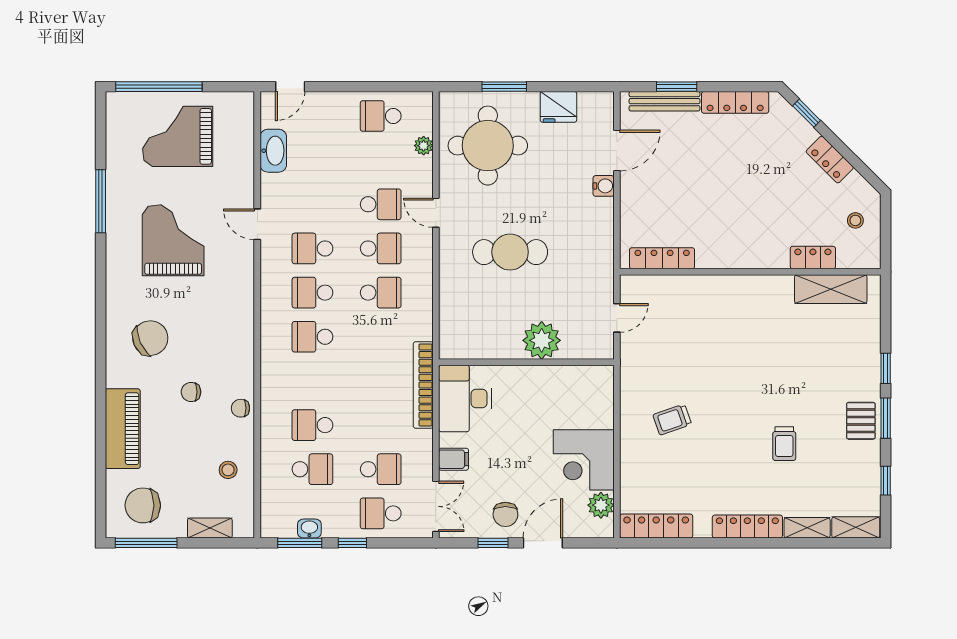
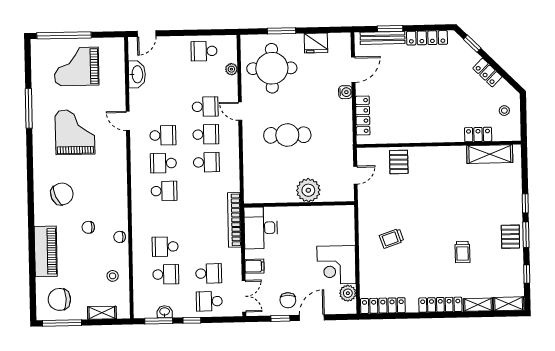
school desk: (312, 248) -> (163, 135), turned 180
locker: (662, 258) -> (363, 116), moved, turned 90
pallet: (686, 299) -> (399, 162), added
school desk: (312, 337) -> (164, 191), turned 180

